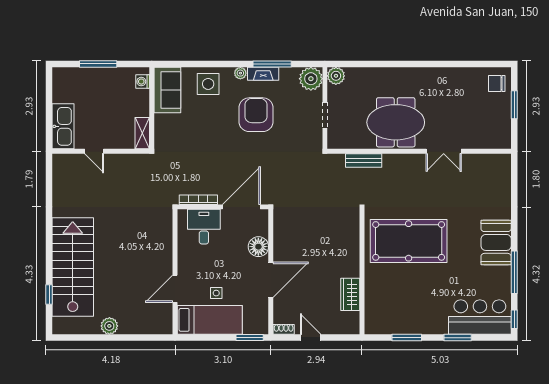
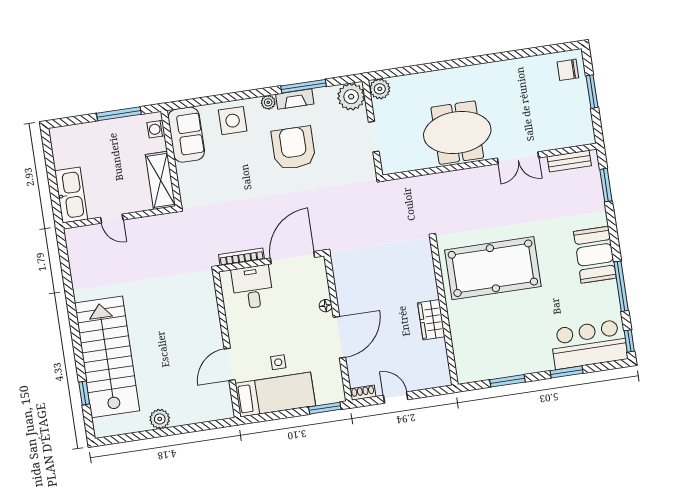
window: (98, 64) -> (119, 114), moved
shelving: (142, 133) -> (161, 180), width x1.50, depth x1.33
bench: (364, 160) -> (569, 161), moved
window: (514, 185) -> (606, 185), added
floor lamp: (258, 247) -> (326, 306), width x0.53, depth x0.53
wardrobe: (350, 294) -> (431, 320), moved

